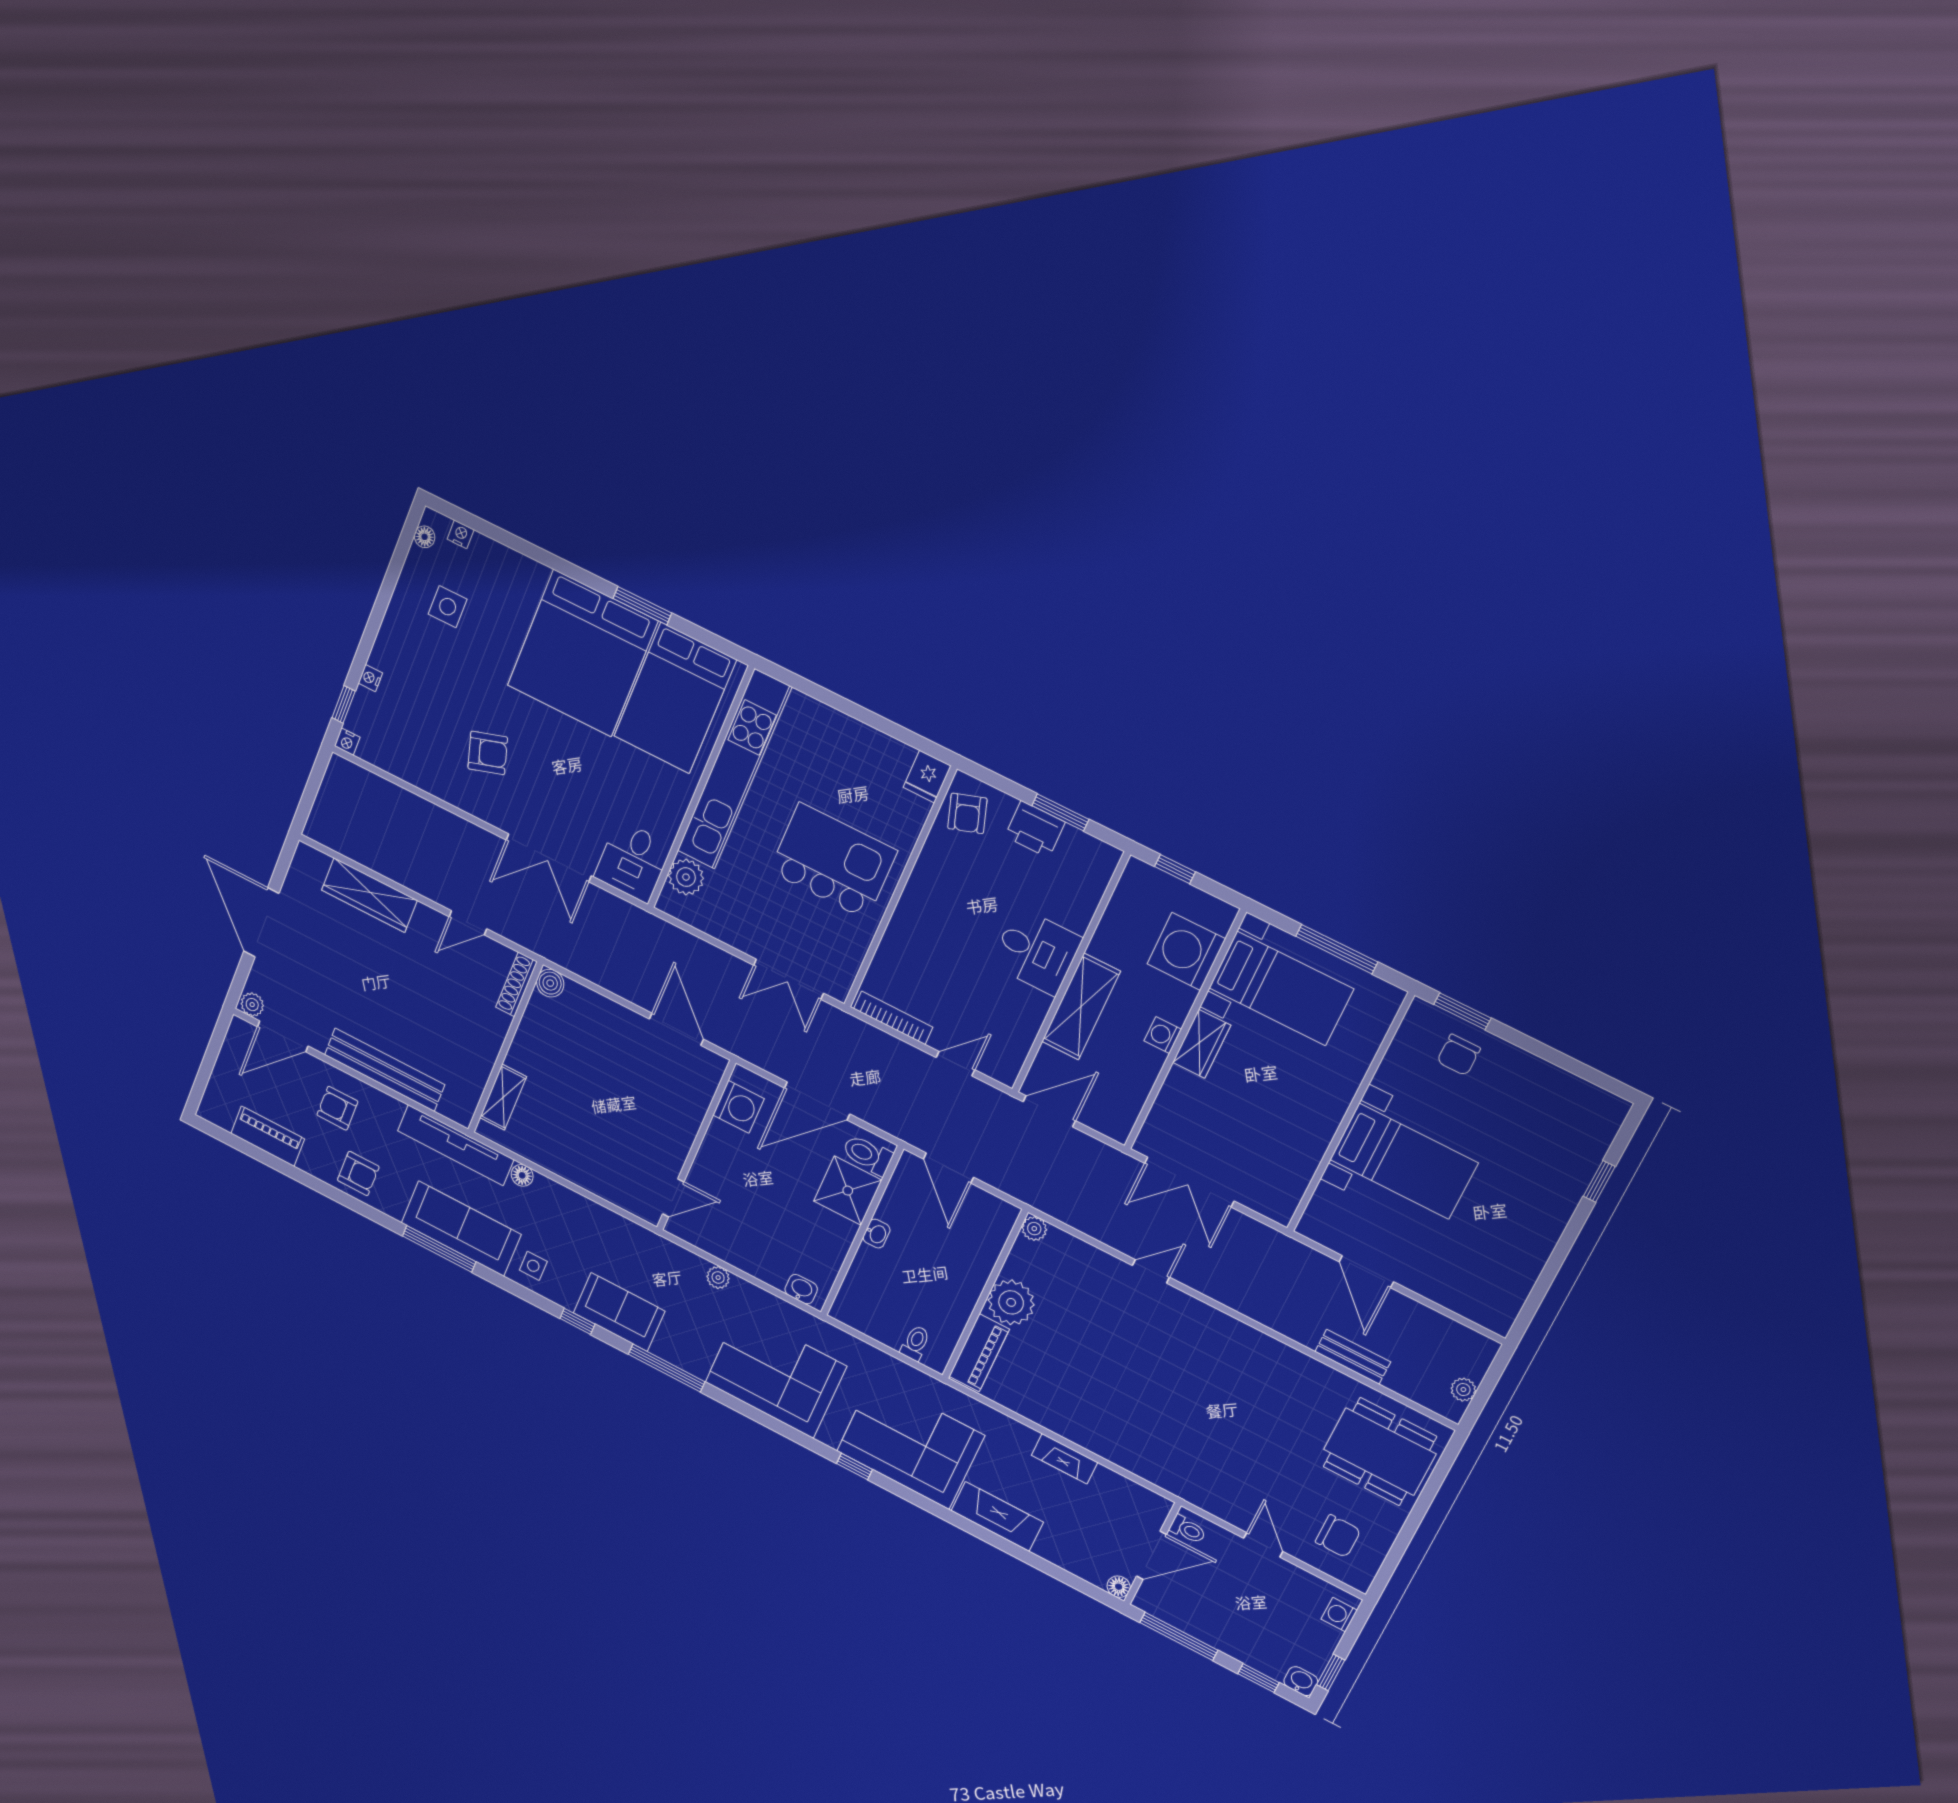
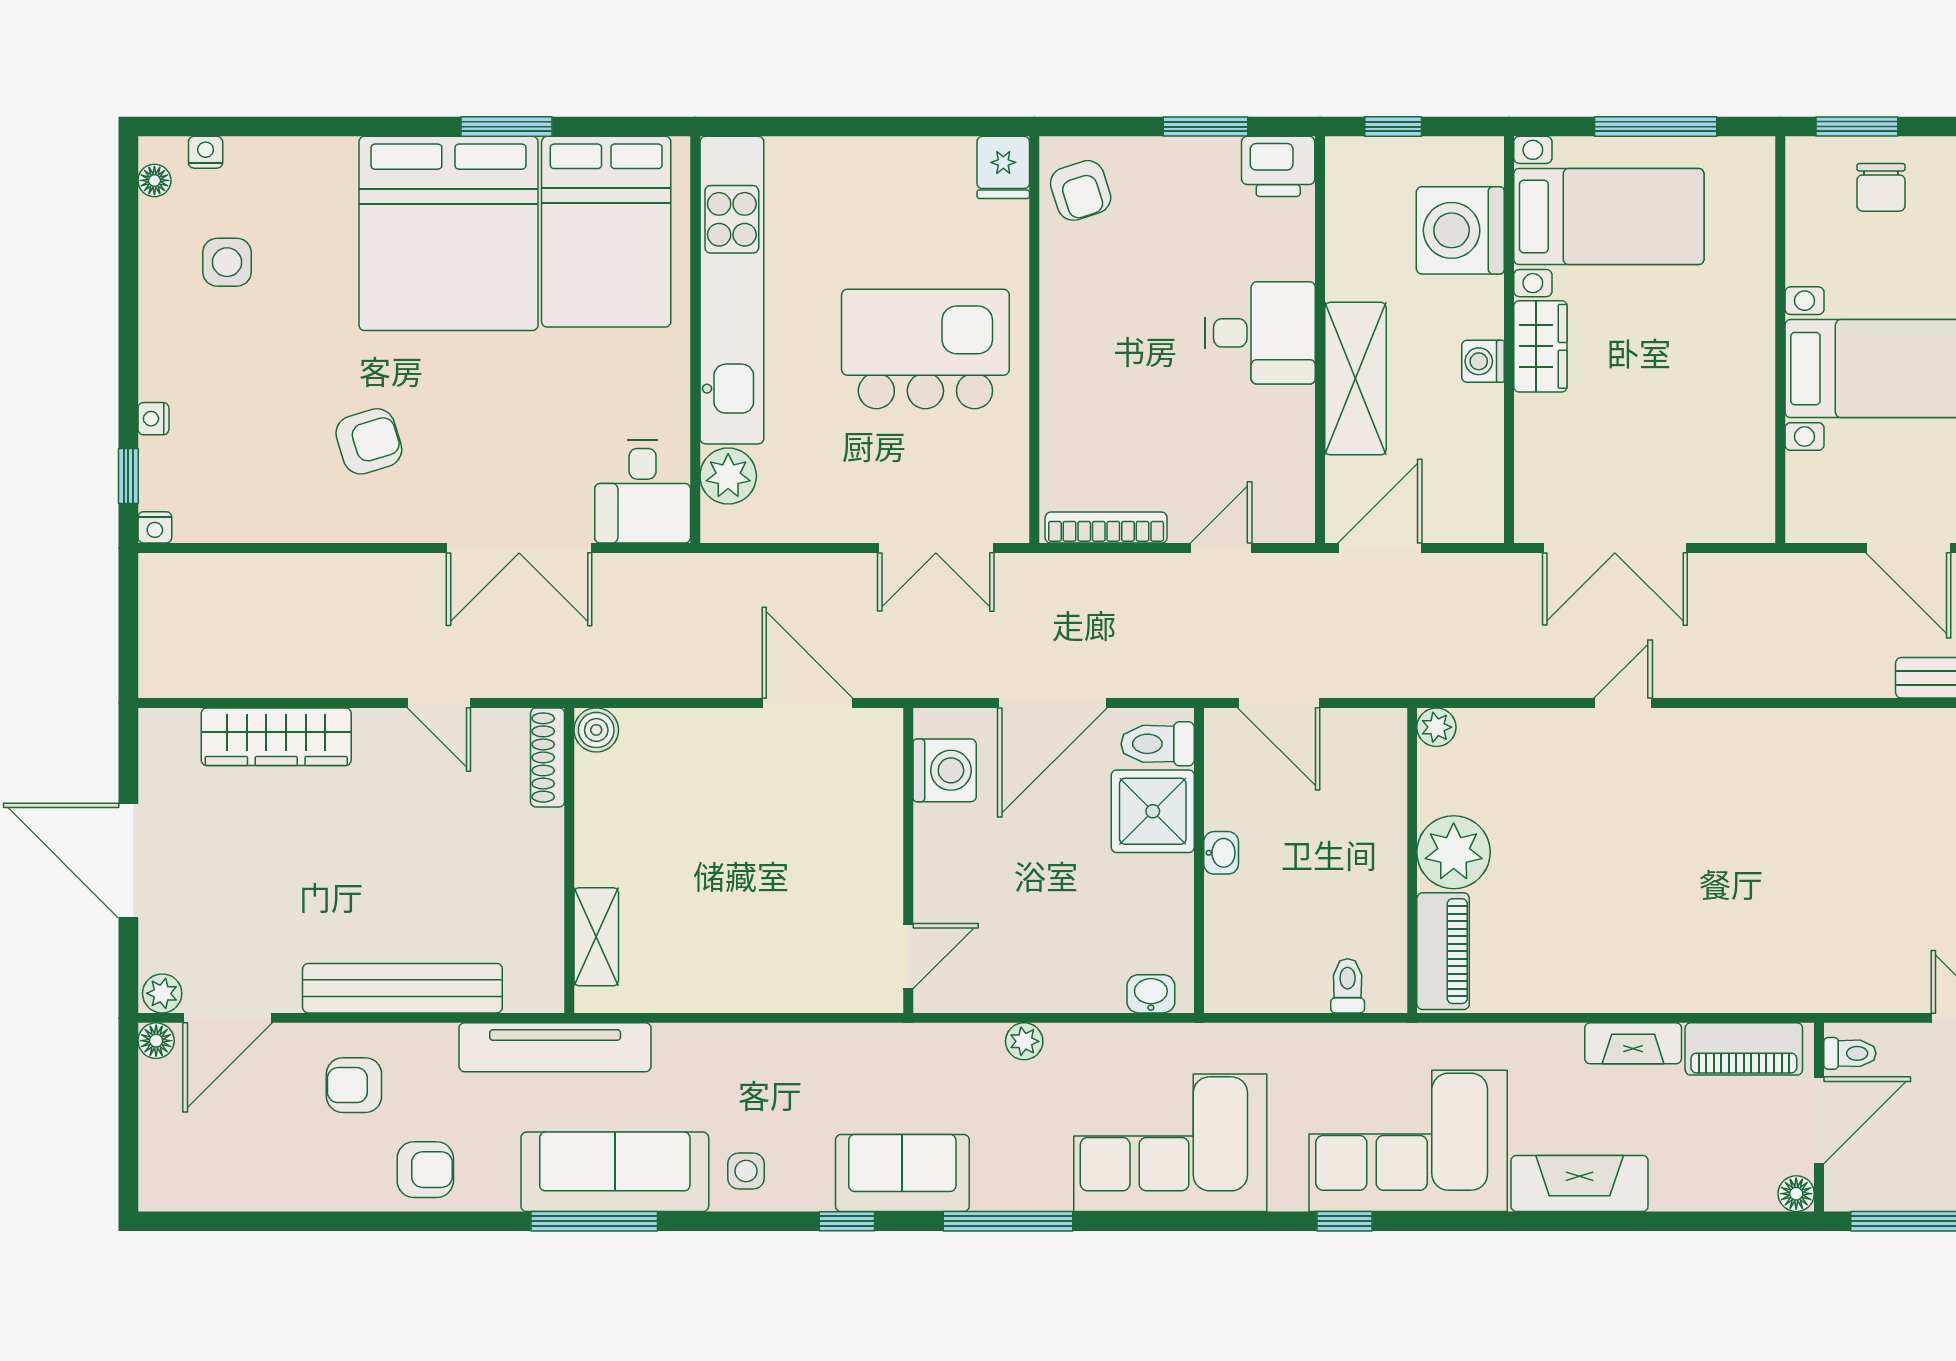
printer: (1035, 829) -> (1278, 166), moved
door: (468, 923) -> (439, 703), hinge flipped
piano: (268, 1136) -> (1744, 1049), moved, turned 180
floor lamp: (522, 1175) -> (156, 1041), moved

